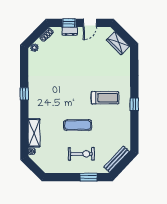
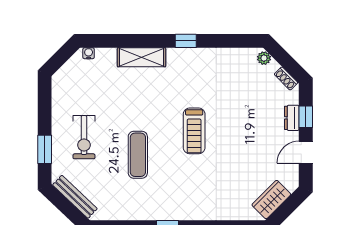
door: (90, 23) -> (306, 152), hinge flipped
treadmill: (105, 98) -> (194, 131), moved
exercise mat: (78, 125) -> (138, 155), moved
shelving: (34, 133) -> (142, 57), moved

